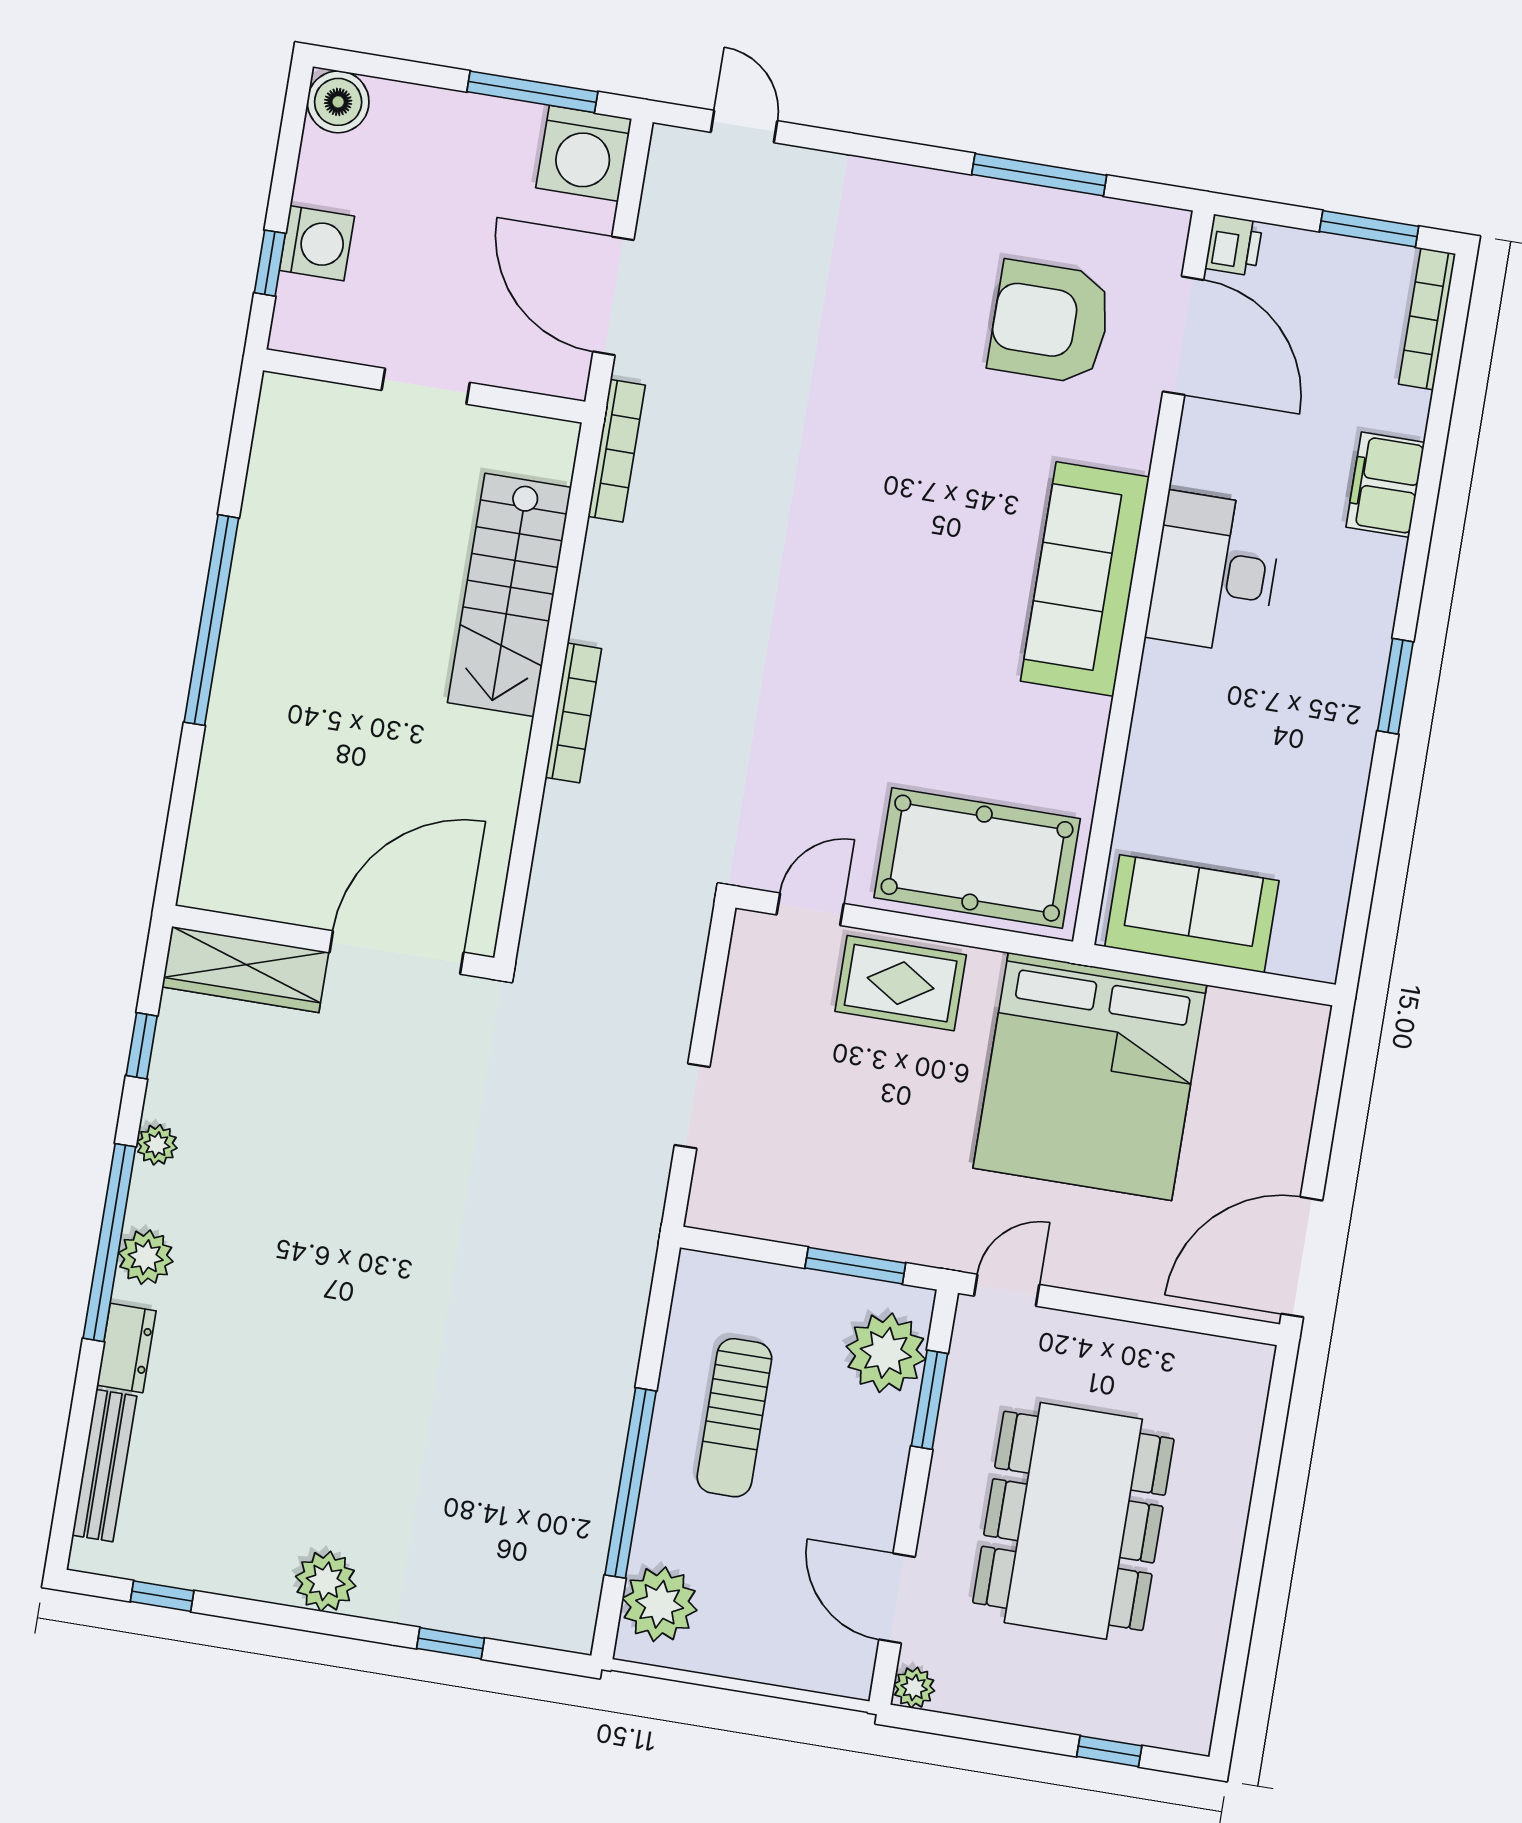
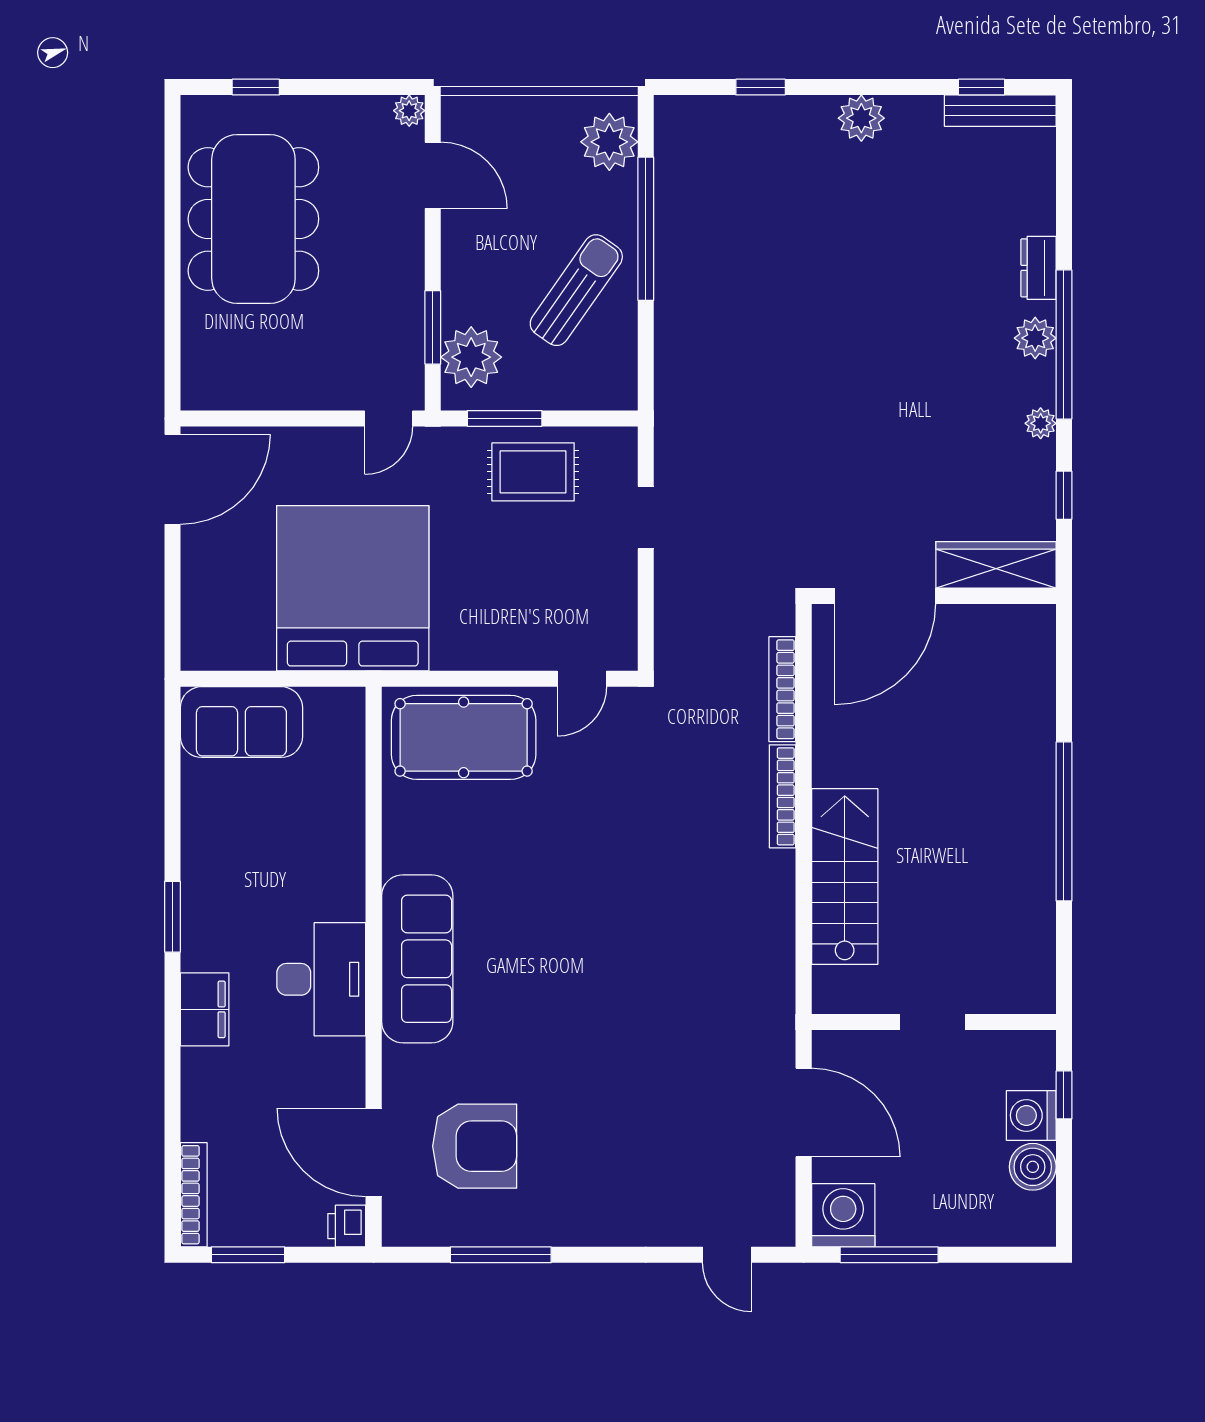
boiler: (338, 102) -> (1033, 1167), moved
bookcase: (617, 451) -> (782, 689), moved
filing cabinet: (1385, 485) -> (205, 1009), moved
sofa: (1192, 914) -> (241, 722), moved
rug: (901, 983) -> (533, 472), moved
sun lounger: (734, 1418) -> (576, 290), turned 35
bench: (104, 1466) -> (1000, 111), moved, turned 90
dining table: (1073, 1521) -> (253, 219), moved

